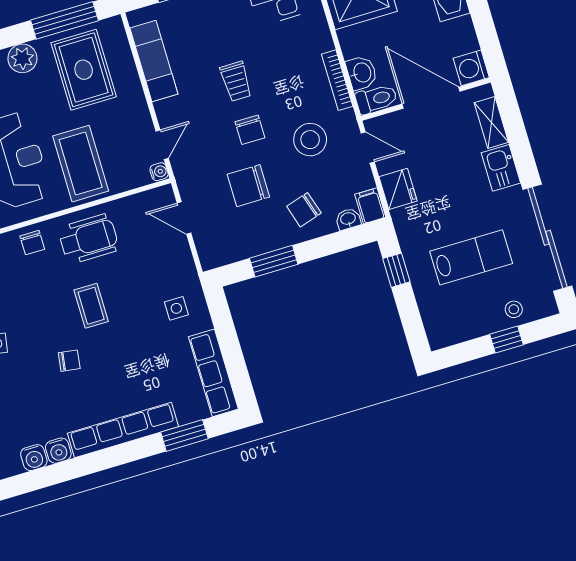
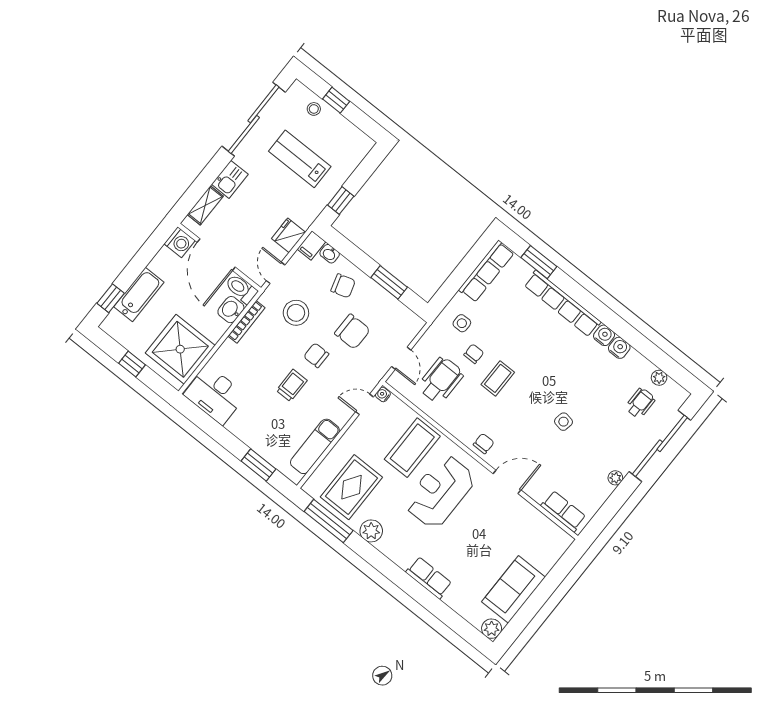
chair: (250, 130) -> (316, 355), turned -90
wheelchair: (88, 239) -> (441, 380), moved, turned 90
chair: (69, 361) -> (474, 354), moved, turned 82

